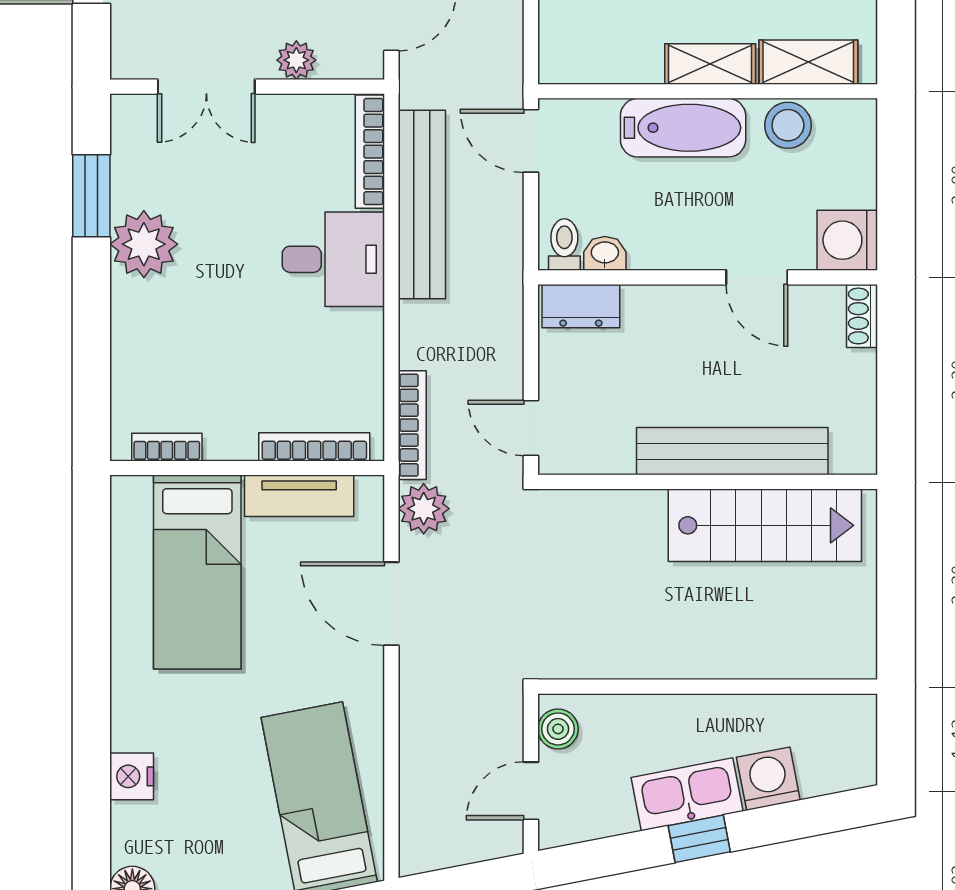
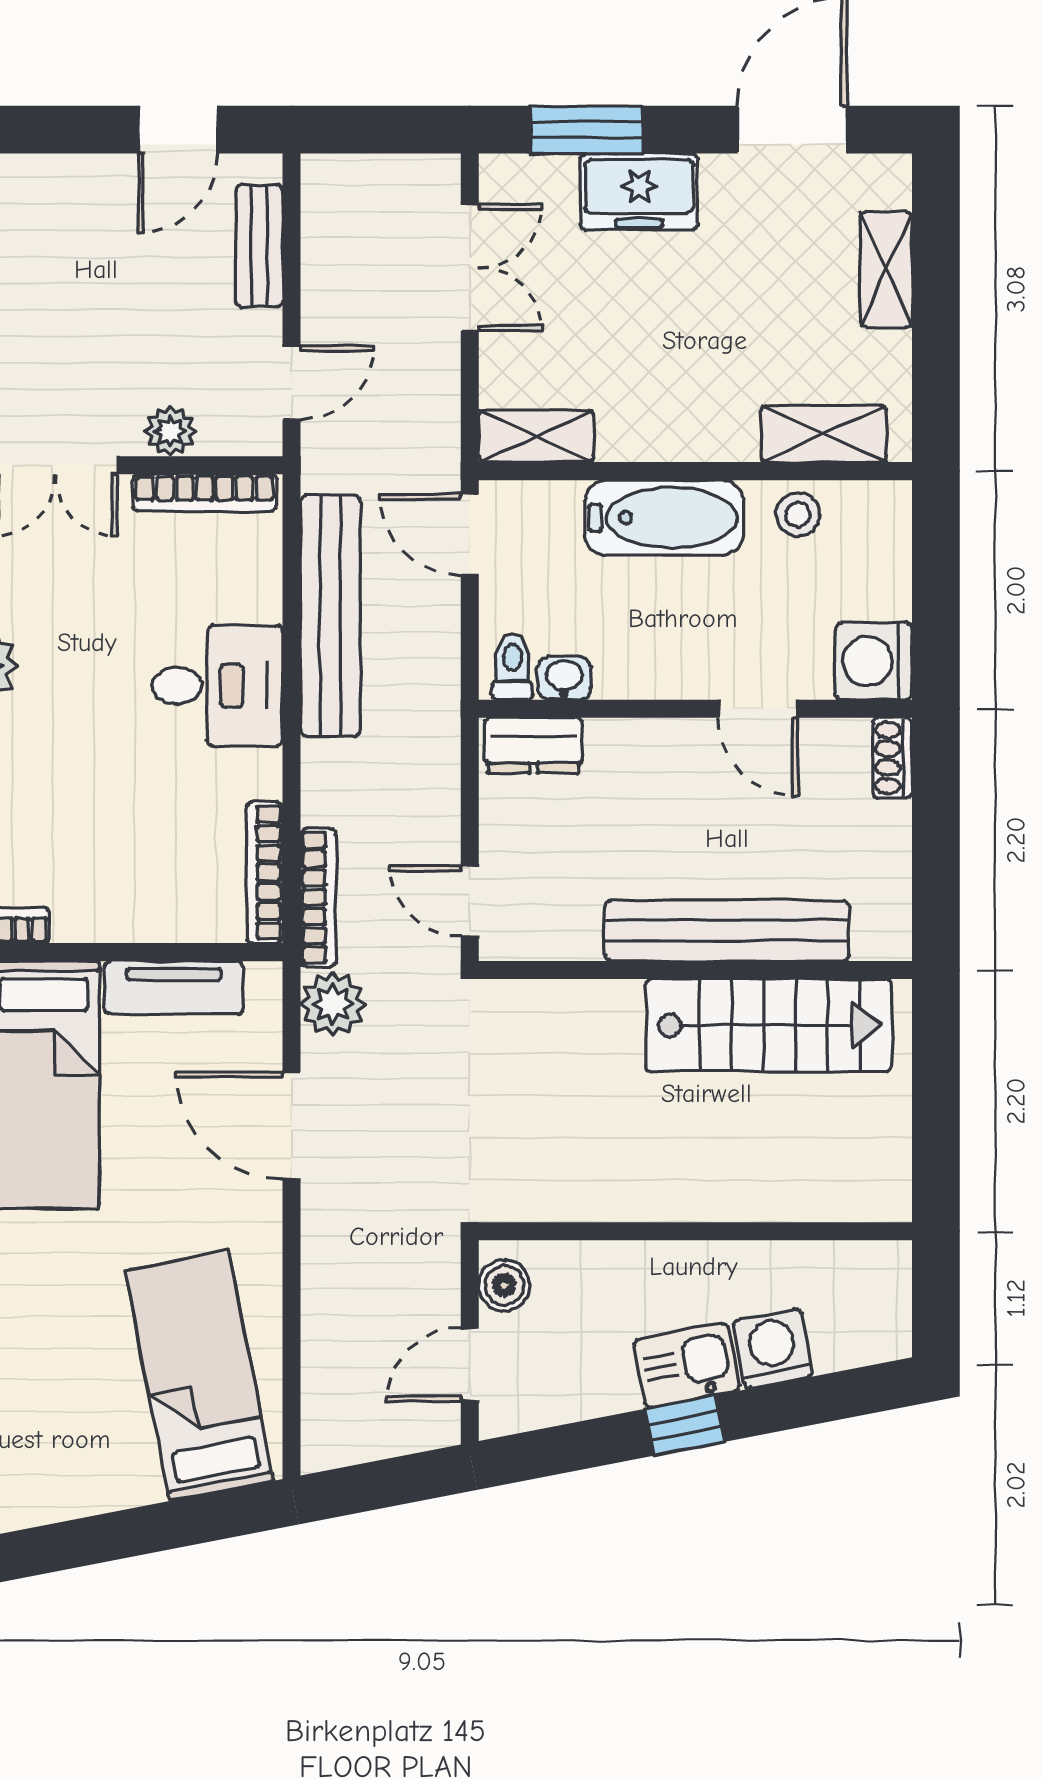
shelving: (710, 64) -> (536, 436), moved
stool: (788, 125) -> (798, 514), width x0.73, depth x0.73
bookcase: (370, 152) -> (205, 493), moved, turned -90
bookcase: (314, 447) -> (265, 872), moved, turned -90
kitchen sink: (687, 794) -> (687, 1365), width x0.73

